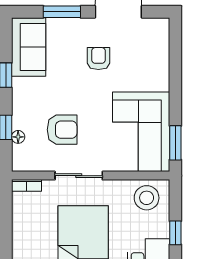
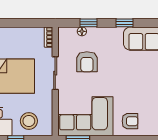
armchair: (98, 59) -> (130, 121), moved
stool: (147, 198) -> (29, 121), moved

